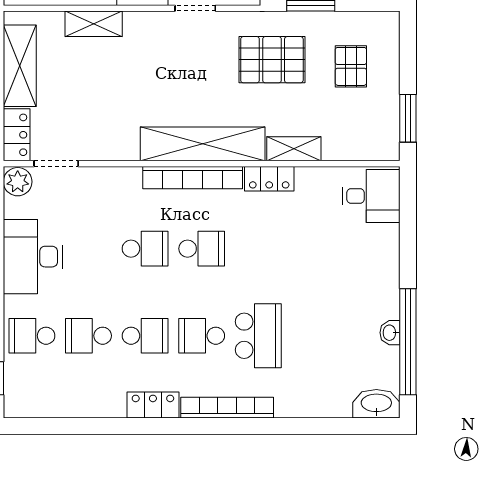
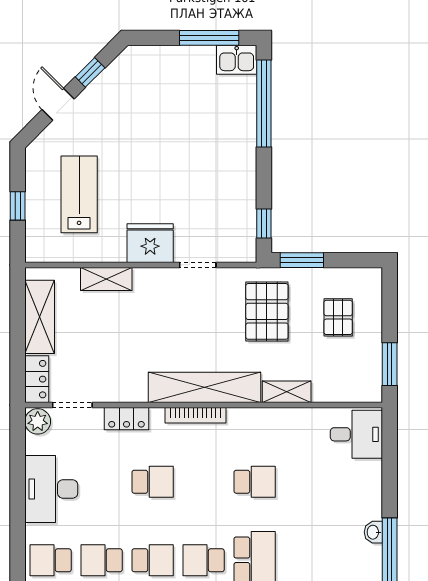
pallet: (272, 60) -> (267, 311), turned 90
bookcase: (193, 178) -> (195, 415), width x0.68, depth x0.76
locker: (269, 179) -> (126, 419), moved
school desk: (202, 249) -> (255, 482), moved
washbasin: (390, 333) -> (373, 532), moved

